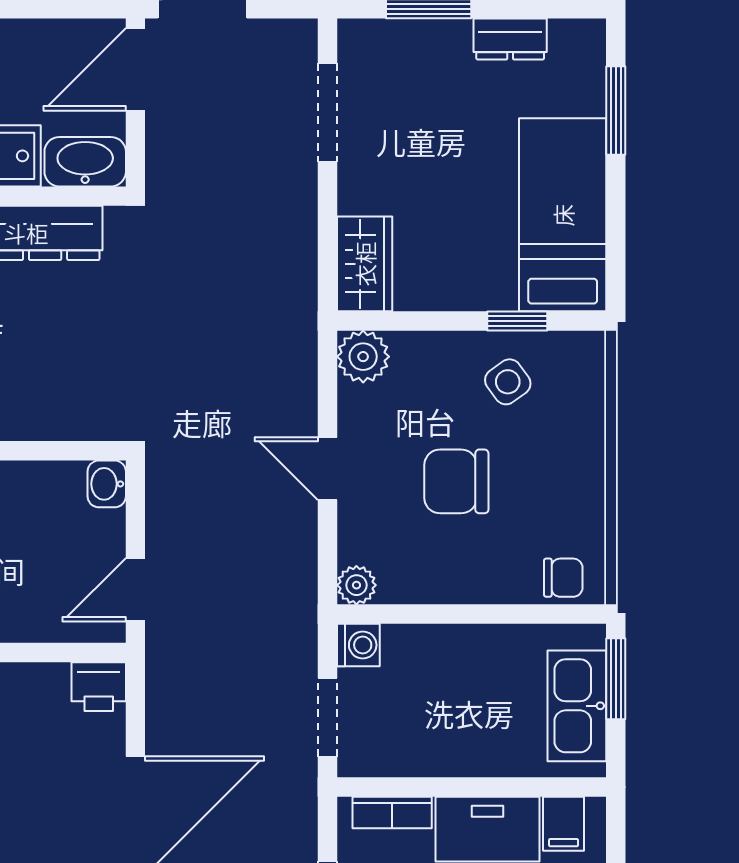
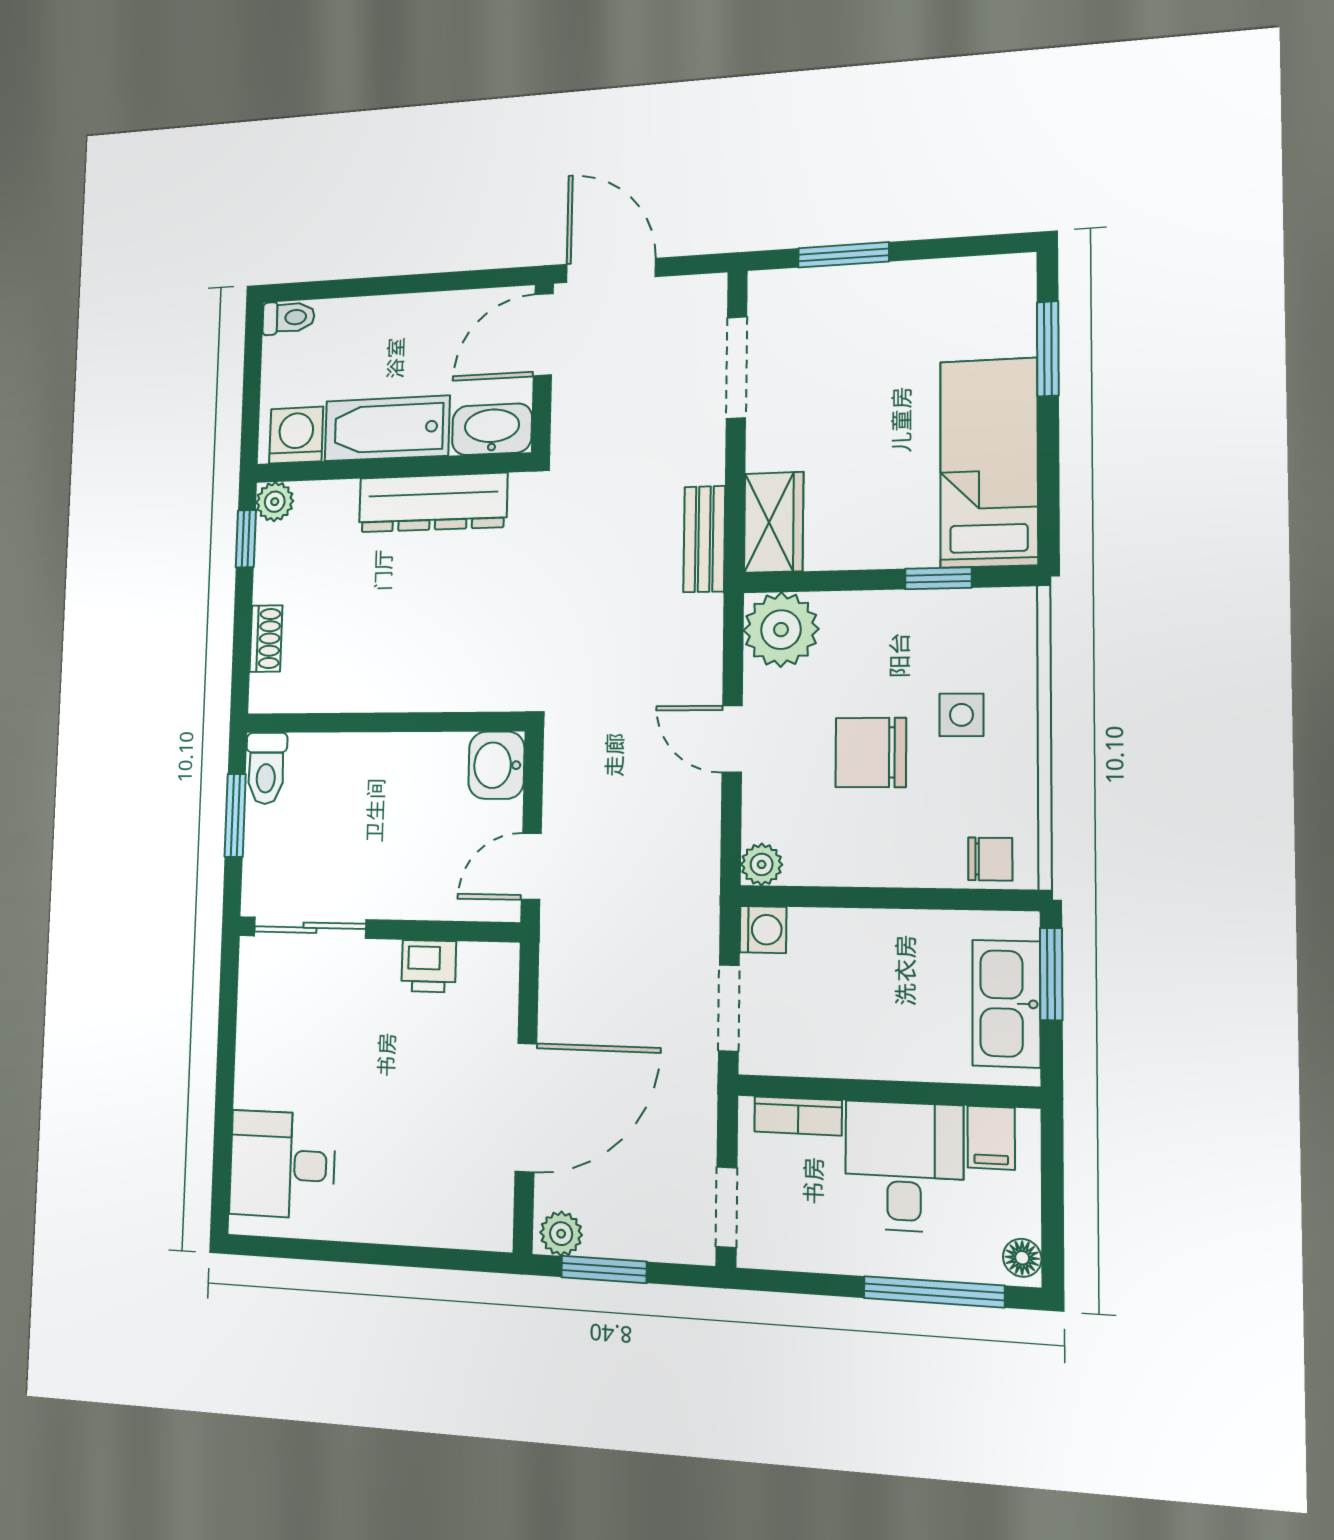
dresser: (510, 39) -> (931, 280), removed
bench: (298, 278) -> (704, 539), added
plant: (363, 357) -> (781, 630), width x1.36, depth x1.36
side table: (508, 382) -> (961, 715), moved, turned 36
washbasin: (107, 484) -> (496, 765), width x1.38, depth x1.45
printer: (99, 687) -> (429, 966), moved

